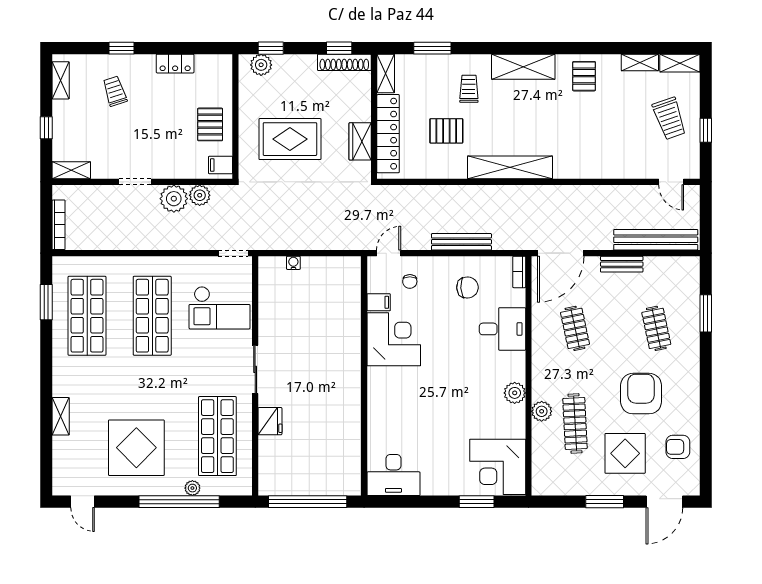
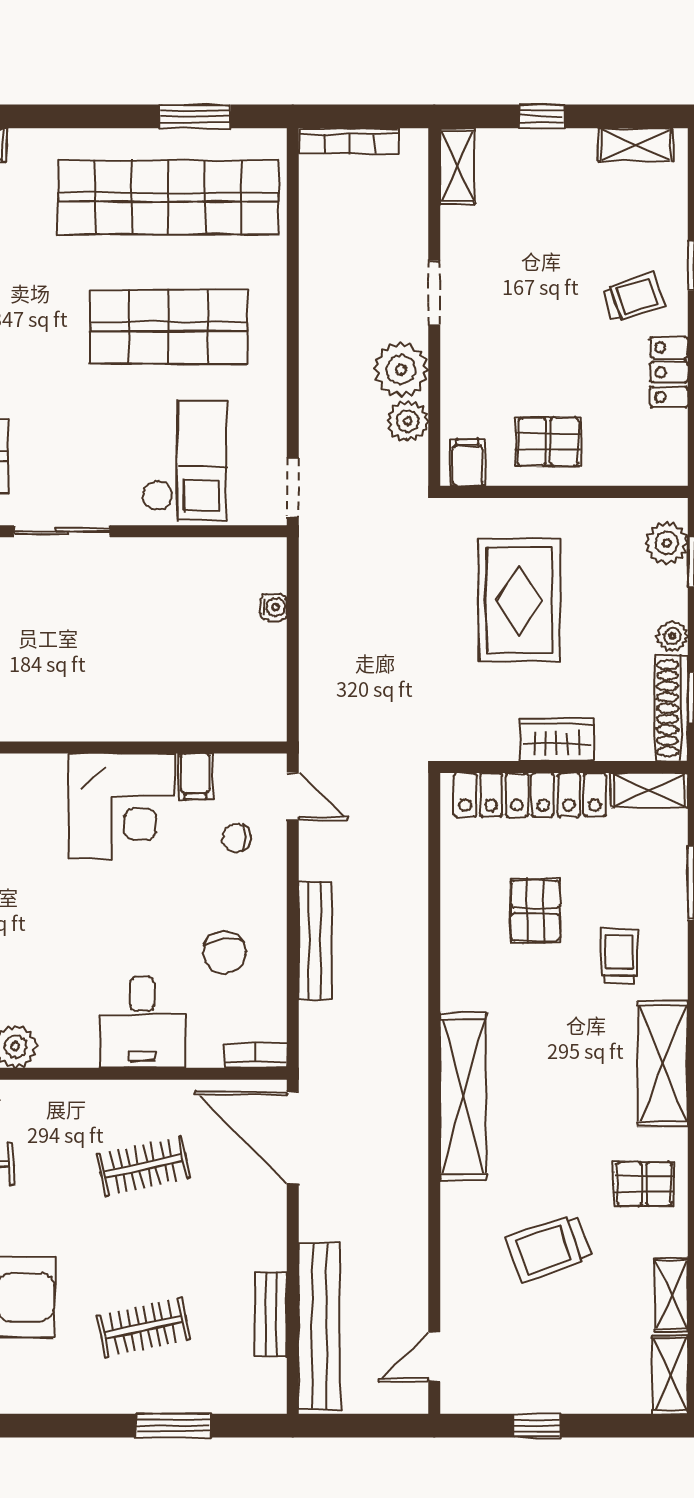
plant: (308, 62) -> (672, 636), added
trolley: (469, 89) -> (619, 955), turned -90
trolley: (115, 91) -> (634, 297), moved
trolley: (669, 118) -> (549, 1248), moved
wardrobe: (360, 141) -> (557, 740), moved
shelving: (510, 167) -> (463, 1096), moved
bench: (622, 264) -> (271, 1314), moved
checkout: (220, 308) -> (184, 460), turned 180
shop shelf: (87, 316) -> (168, 197), width x1.40

